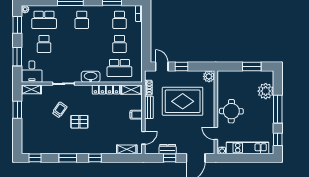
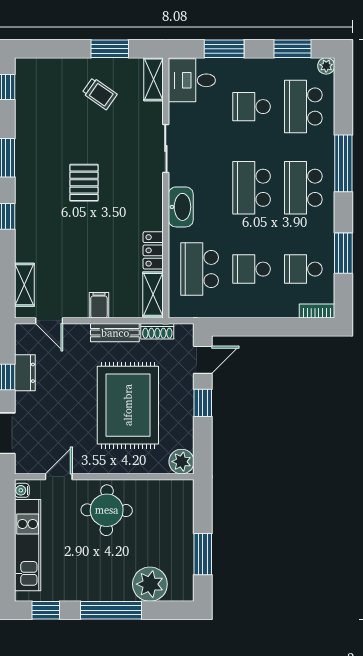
school desk: (82, 20) -> (303, 188), width x1.85
school desk: (82, 44) -> (252, 188), added
locker: (106, 90) -> (153, 250), width x0.66
trolley: (60, 110) -> (100, 94), moved

